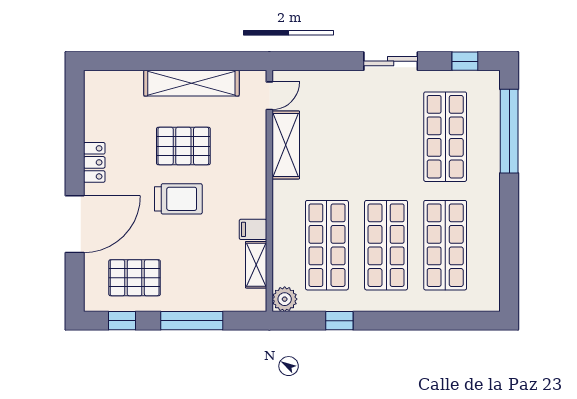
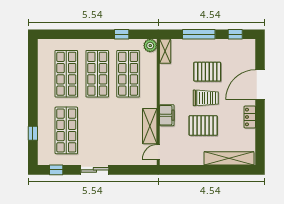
shelving: (191, 83) -> (229, 158), moved
window: (509, 131) -> (33, 133), width x0.32
trolley: (178, 199) -> (206, 98), turned 180
filing cabinet: (253, 229) -> (167, 115), moved, width x2.00
shelving: (256, 265) -> (165, 51), moved
pallet: (135, 278) -> (207, 72), moved

